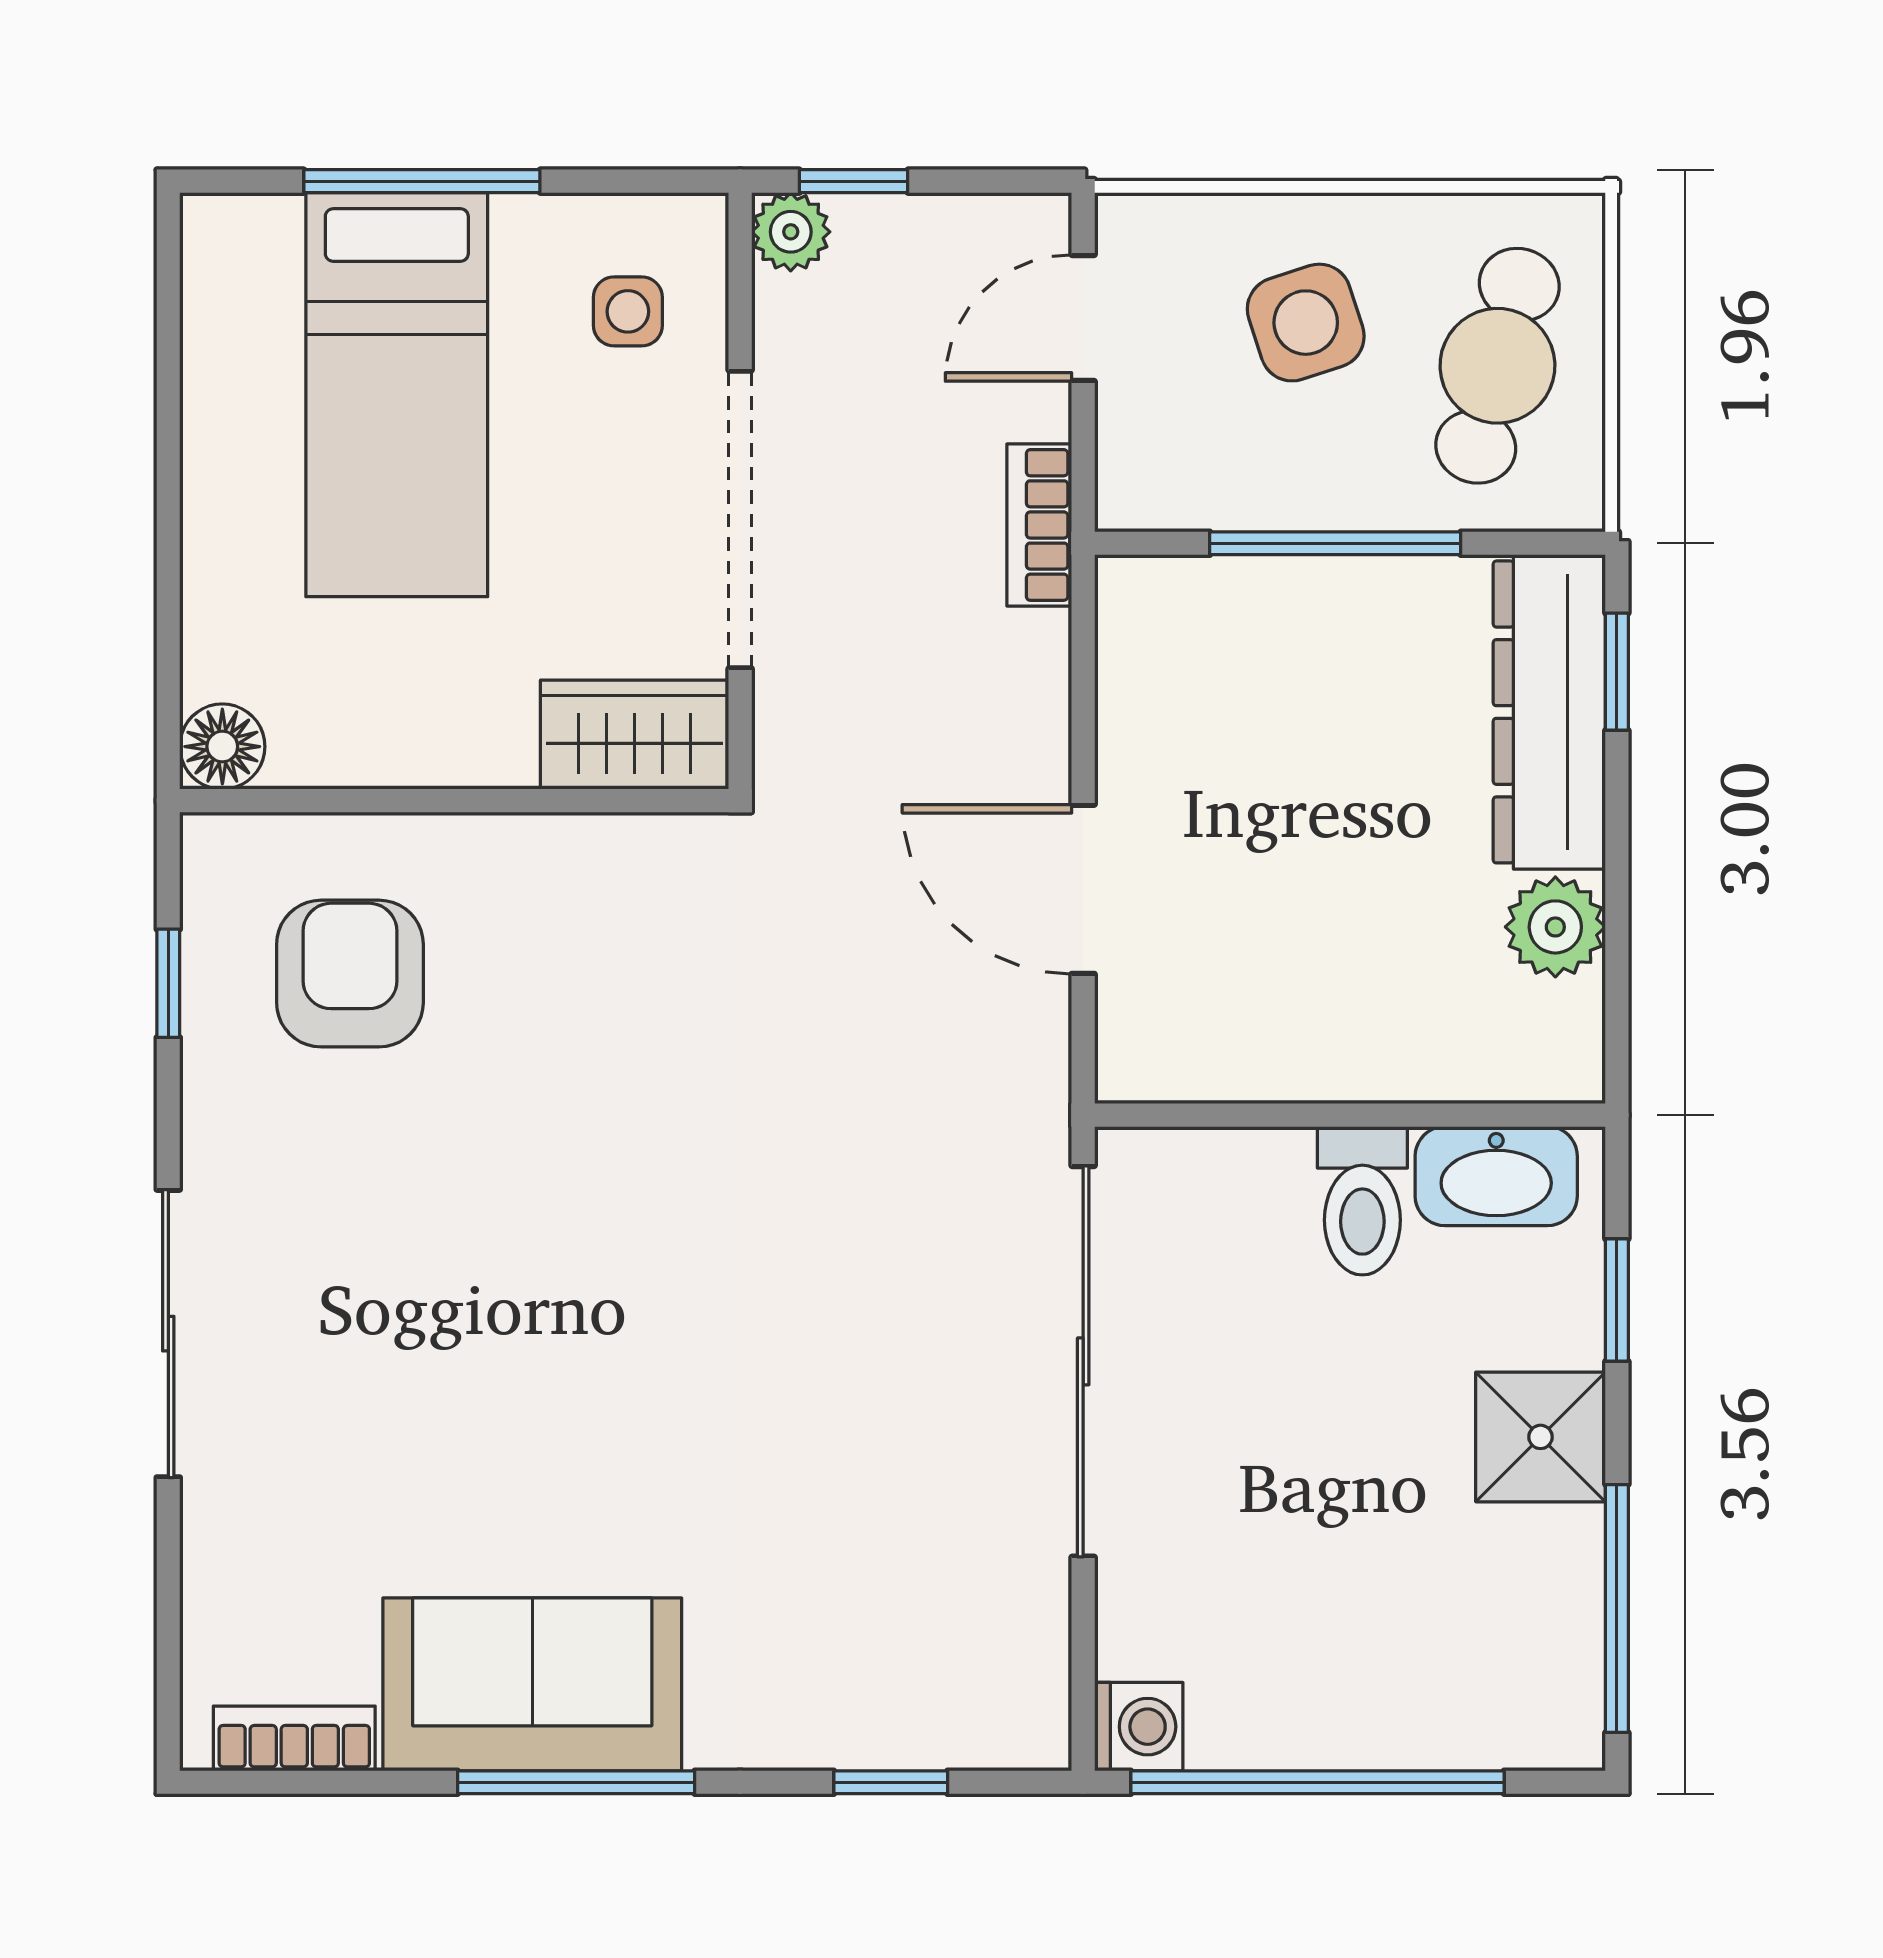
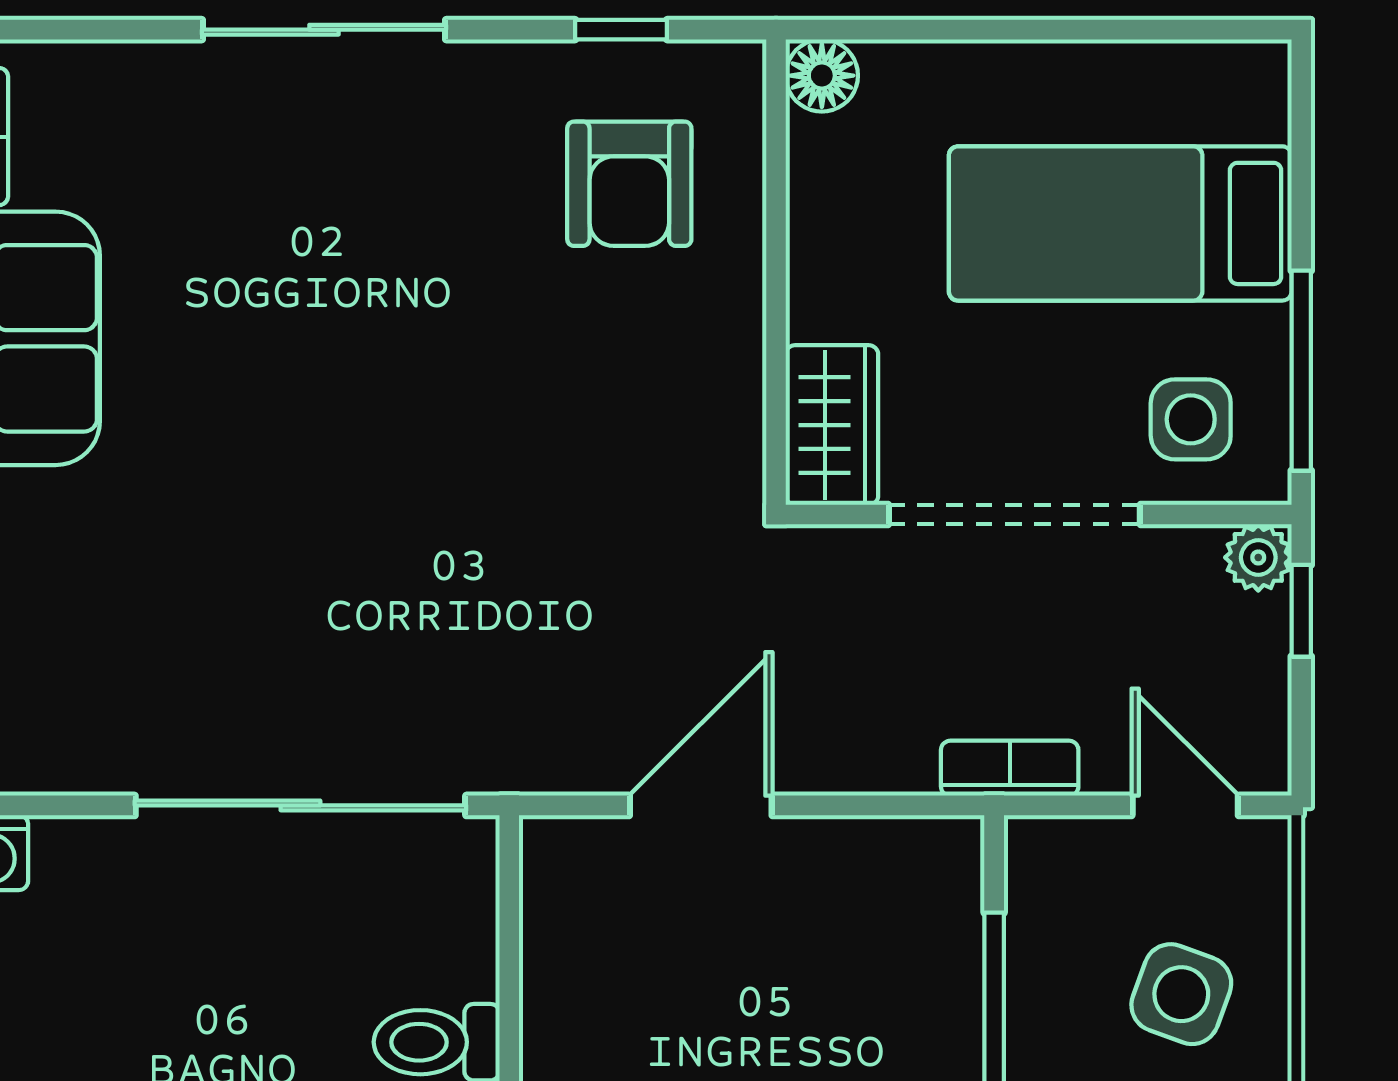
window: (422, 181) -> (1301, 371), moved
side table: (628, 311) -> (1191, 419), width x1.37, depth x1.37
side table: (1306, 323) -> (1181, 994), turned 38
armchair: (350, 974) -> (629, 184), turned 90

